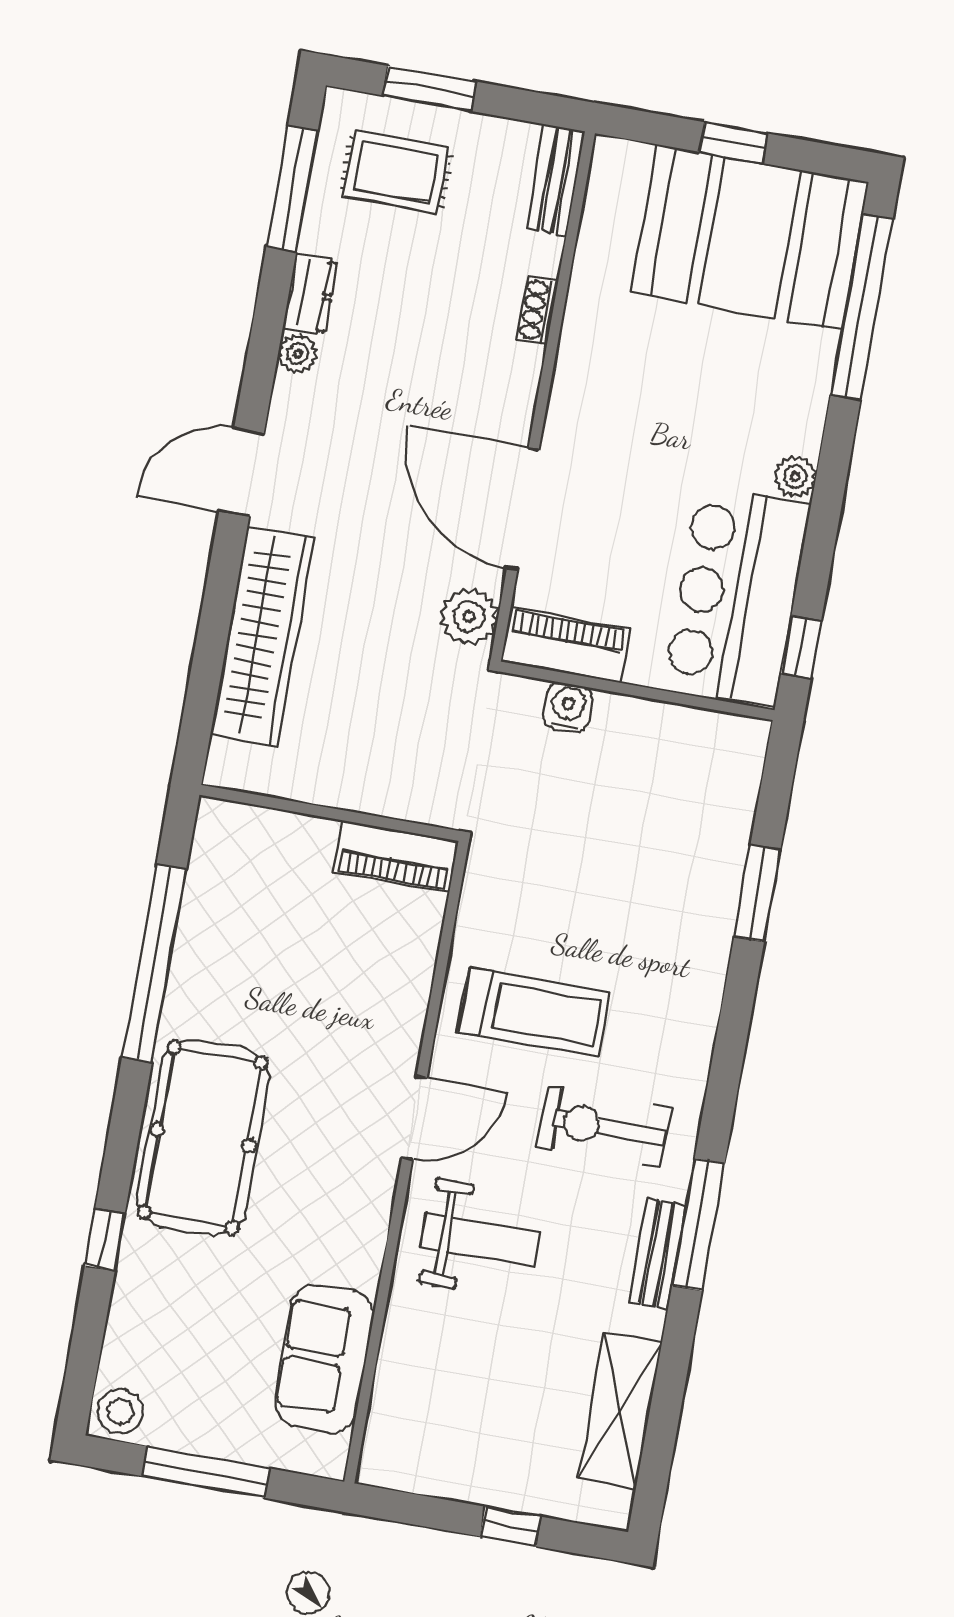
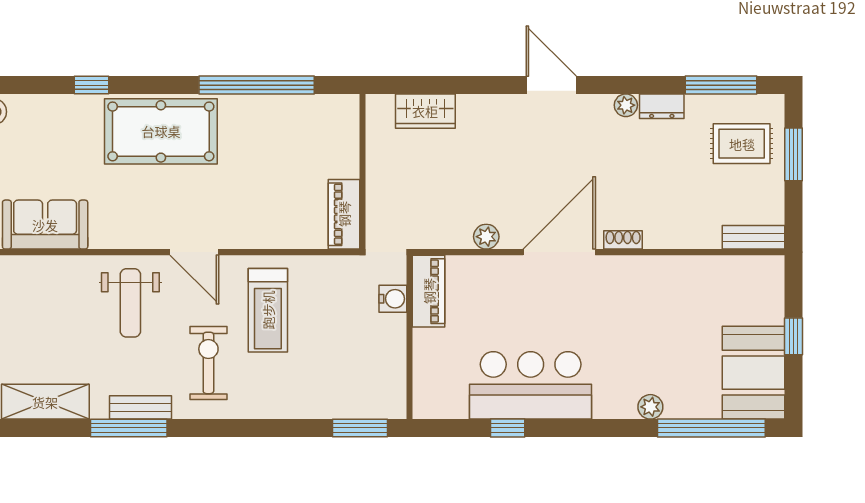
rug: (396, 172) -> (742, 144), turned 90
booth: (750, 237) -> (753, 373), width x0.73, depth x0.70
shoe rack: (537, 310) -> (623, 240), moved
plant: (795, 476) -> (650, 407), moved
plant: (469, 617) -> (486, 237), width x0.73, depth x0.73
wardrobe: (262, 636) -> (425, 111), width x0.48, depth x0.85
piano: (566, 645) -> (429, 291), moved
wall: (637, 691) -> (409, 337), moved
water cooler: (568, 707) -> (393, 299), moved
window: (698, 1224) -> (129, 428), moved

